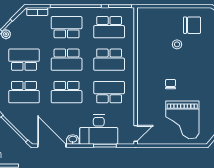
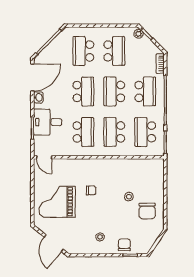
school desk: (67, 92) -> (83, 91), turned 180
desk: (99, 130) -> (48, 122), width x0.73

